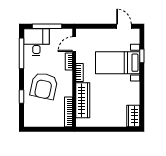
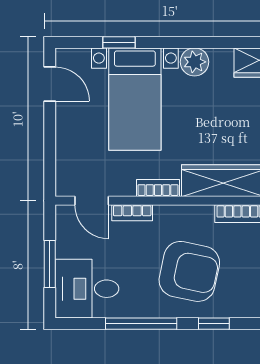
window: (47, 26) -> (50, 264), width x0.69
door: (124, 26) -> (50, 84), swing flipped
window: (21, 53) -> (141, 324), moved
plant: (133, 88) -> (195, 62), added

